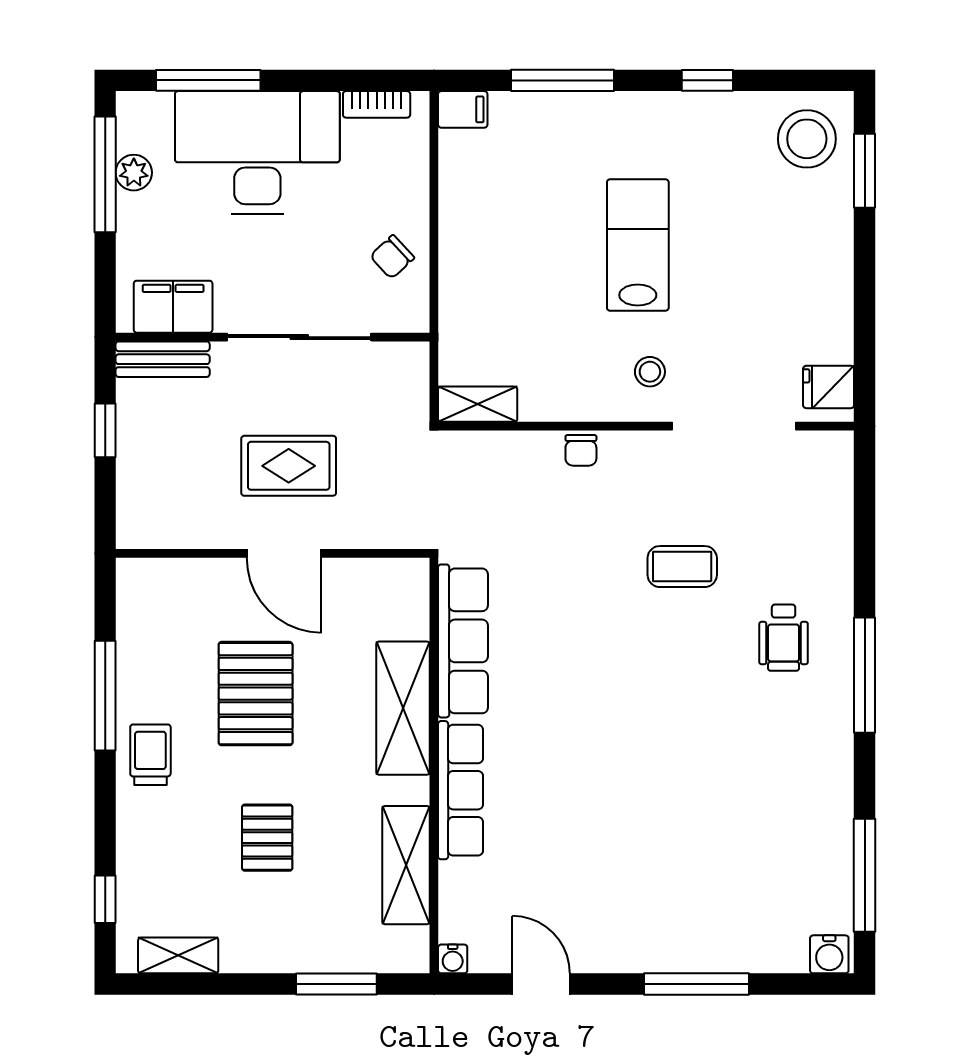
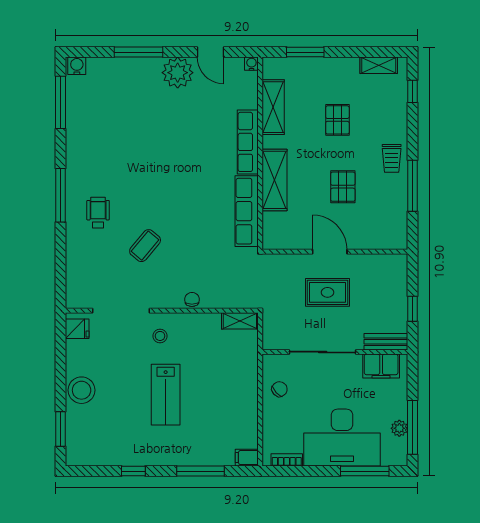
stool: (807, 139) -> (82, 390), moved
coffee table: (682, 567) -> (145, 246), turned -50
pallet: (256, 694) -> (343, 187), width x0.67, depth x0.71
plant: (612, 940) -> (178, 73), added

